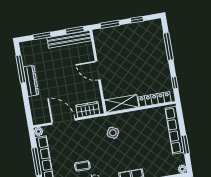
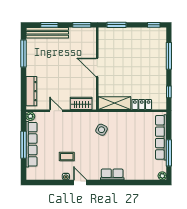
window: (137, 20) -> (154, 25), moved
bench: (69, 39) -> (47, 33), moved
dresser: (31, 81) -> (31, 91), moved
locker: (155, 99) -> (142, 104), width x0.66
door: (63, 121) -> (56, 111), width x0.53
window: (185, 145) -> (169, 153), width x1.44

